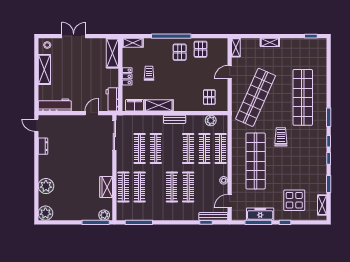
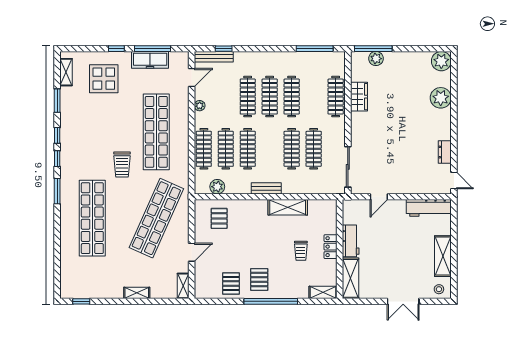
workbench: (112, 99) -> (351, 241), moved
filing cabinet: (135, 105) -> (320, 207), removed
clothes rail: (140, 187) -> (292, 97), moved
plant: (104, 215) -> (376, 59), moved

